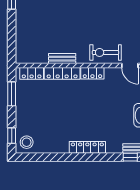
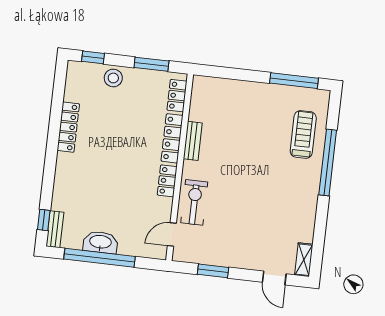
stool: (27, 142) -> (113, 78), moved
locker: (87, 147) -> (68, 127), moved

